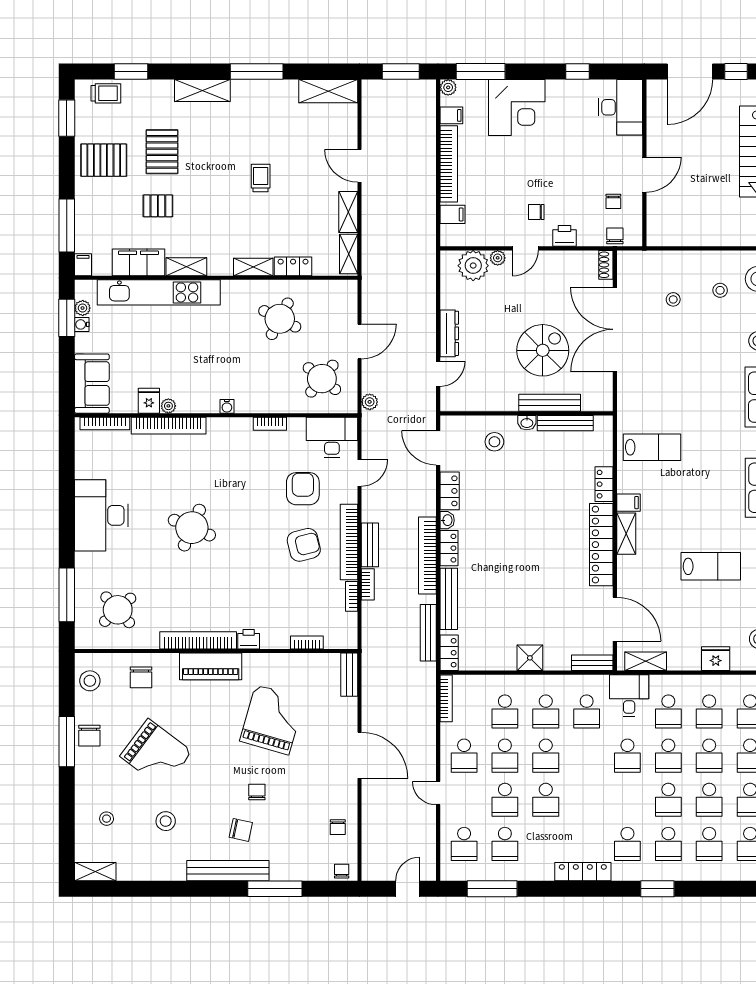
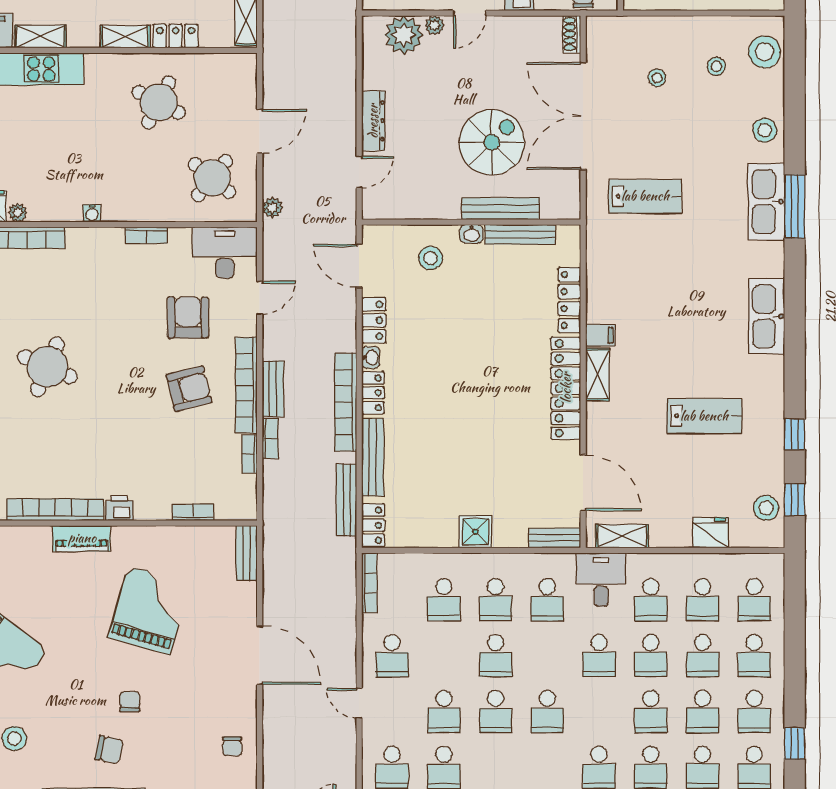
lab bench: (652, 447) -> (645, 196), moved
locker: (604, 484) -> (569, 300), width x1.53
piano: (211, 666) -> (82, 538), width x0.73, depth x0.75
school desk: (505, 756) -> (547, 712), moved

